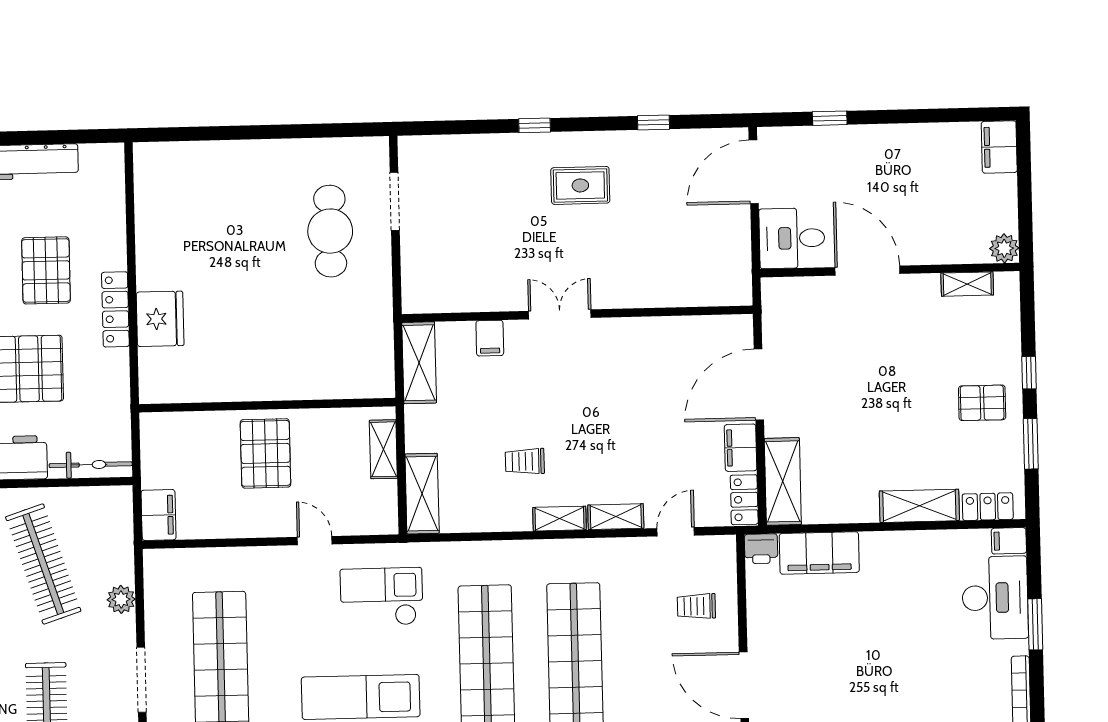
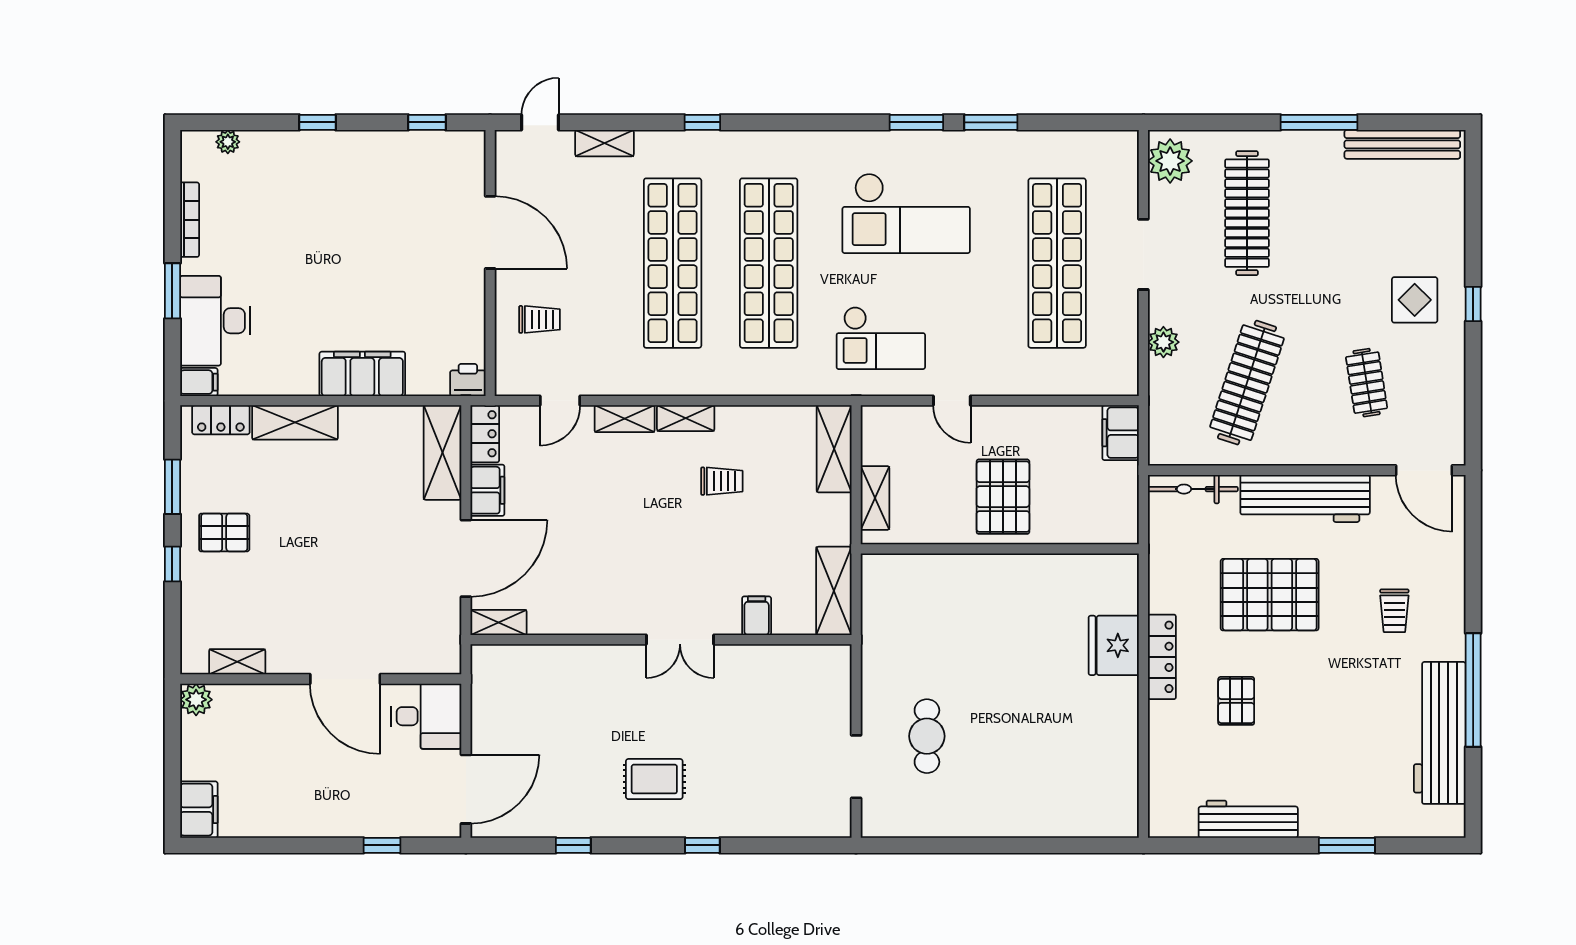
cafe table: (330, 231) -> (927, 736), width x0.73, depth x0.74
pallet: (46, 270) -> (1236, 701), width x0.67, depth x0.71
shelving: (727, 326) -> (499, 622), added
filing cabinet: (819, 553) -> (362, 374), moved
clothes rail: (43, 564) -> (1247, 383), turned 36

